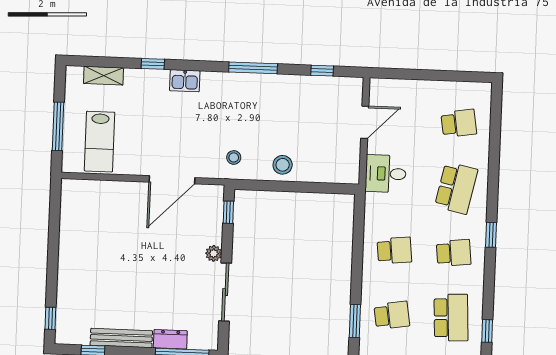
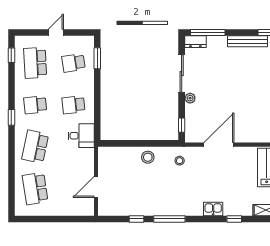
window: (322, 71) -> (137, 219), moved
school desk: (459, 123) -> (35, 189), width x1.85
desk: (386, 174) -> (81, 136), moved
dresser: (170, 339) -> (195, 42), moved

